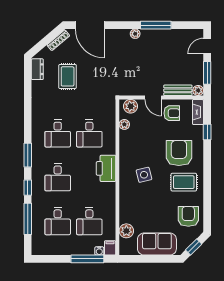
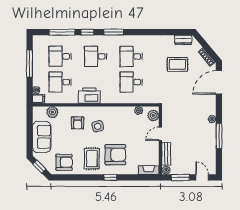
armchair: (172, 113) -> (78, 123), moved
window: (207, 132) -> (110, 177), moved
printer: (106, 168) -> (89, 96), moved
window: (87, 259) -> (30, 64), moved

